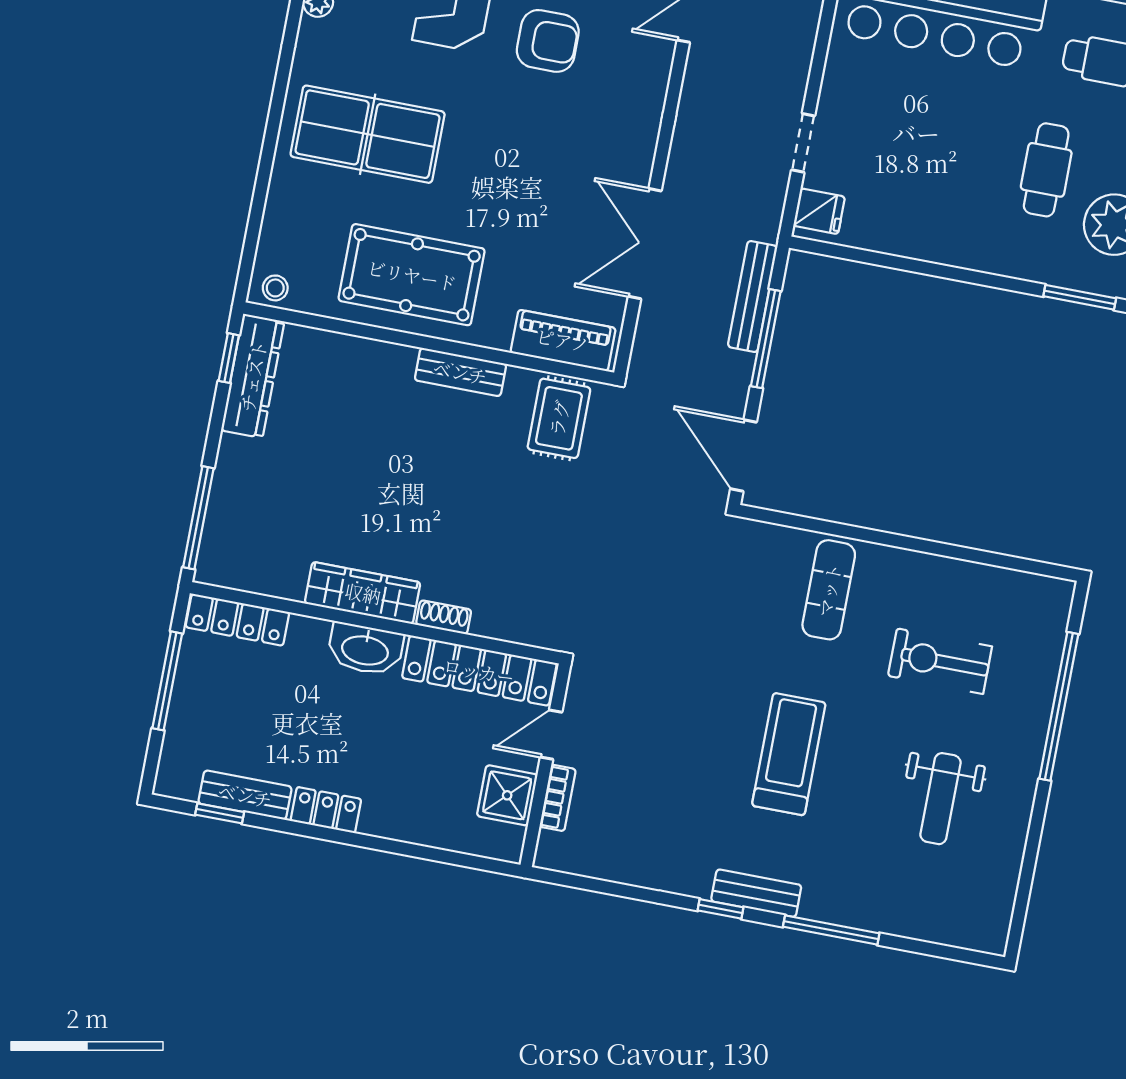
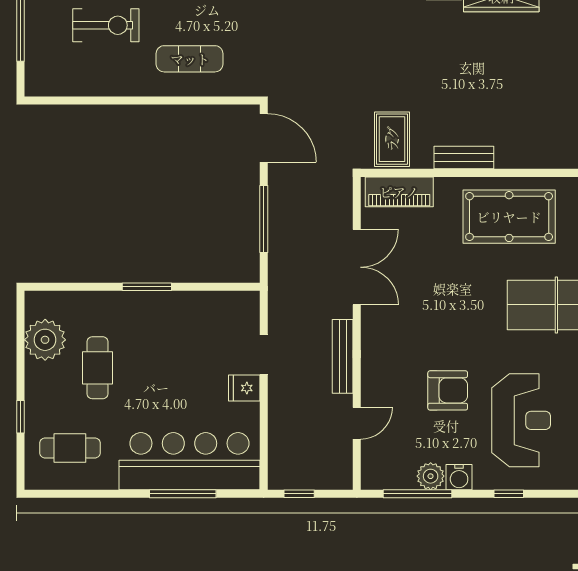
armchair: (548, 41) -> (448, 390), turned 180
fridge: (819, 211) -> (244, 388), moved
bench: (753, 297) -> (343, 356), moved
window: (1080, 297) -> (147, 287), moved
exercise mat: (829, 590) -> (190, 59), turned 90

